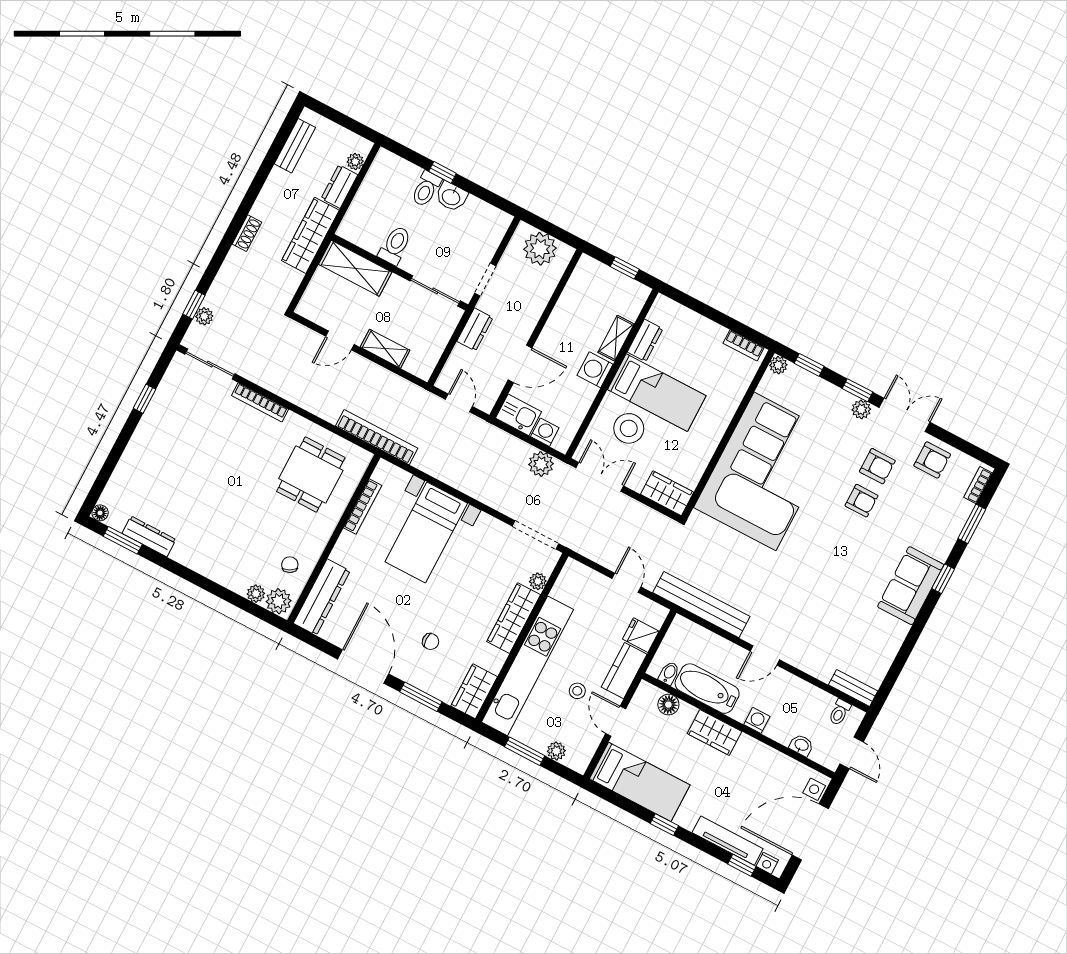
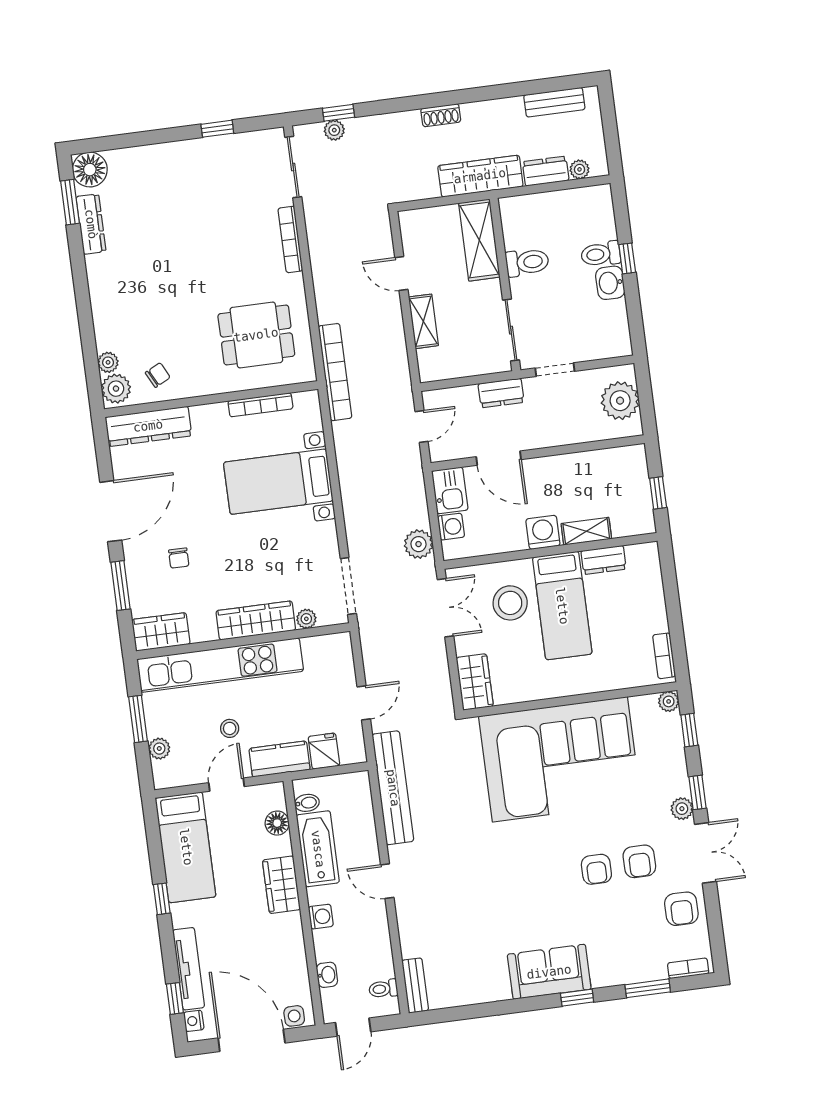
floor lamp: (100, 513) -> (90, 170), width x1.89, depth x1.89

